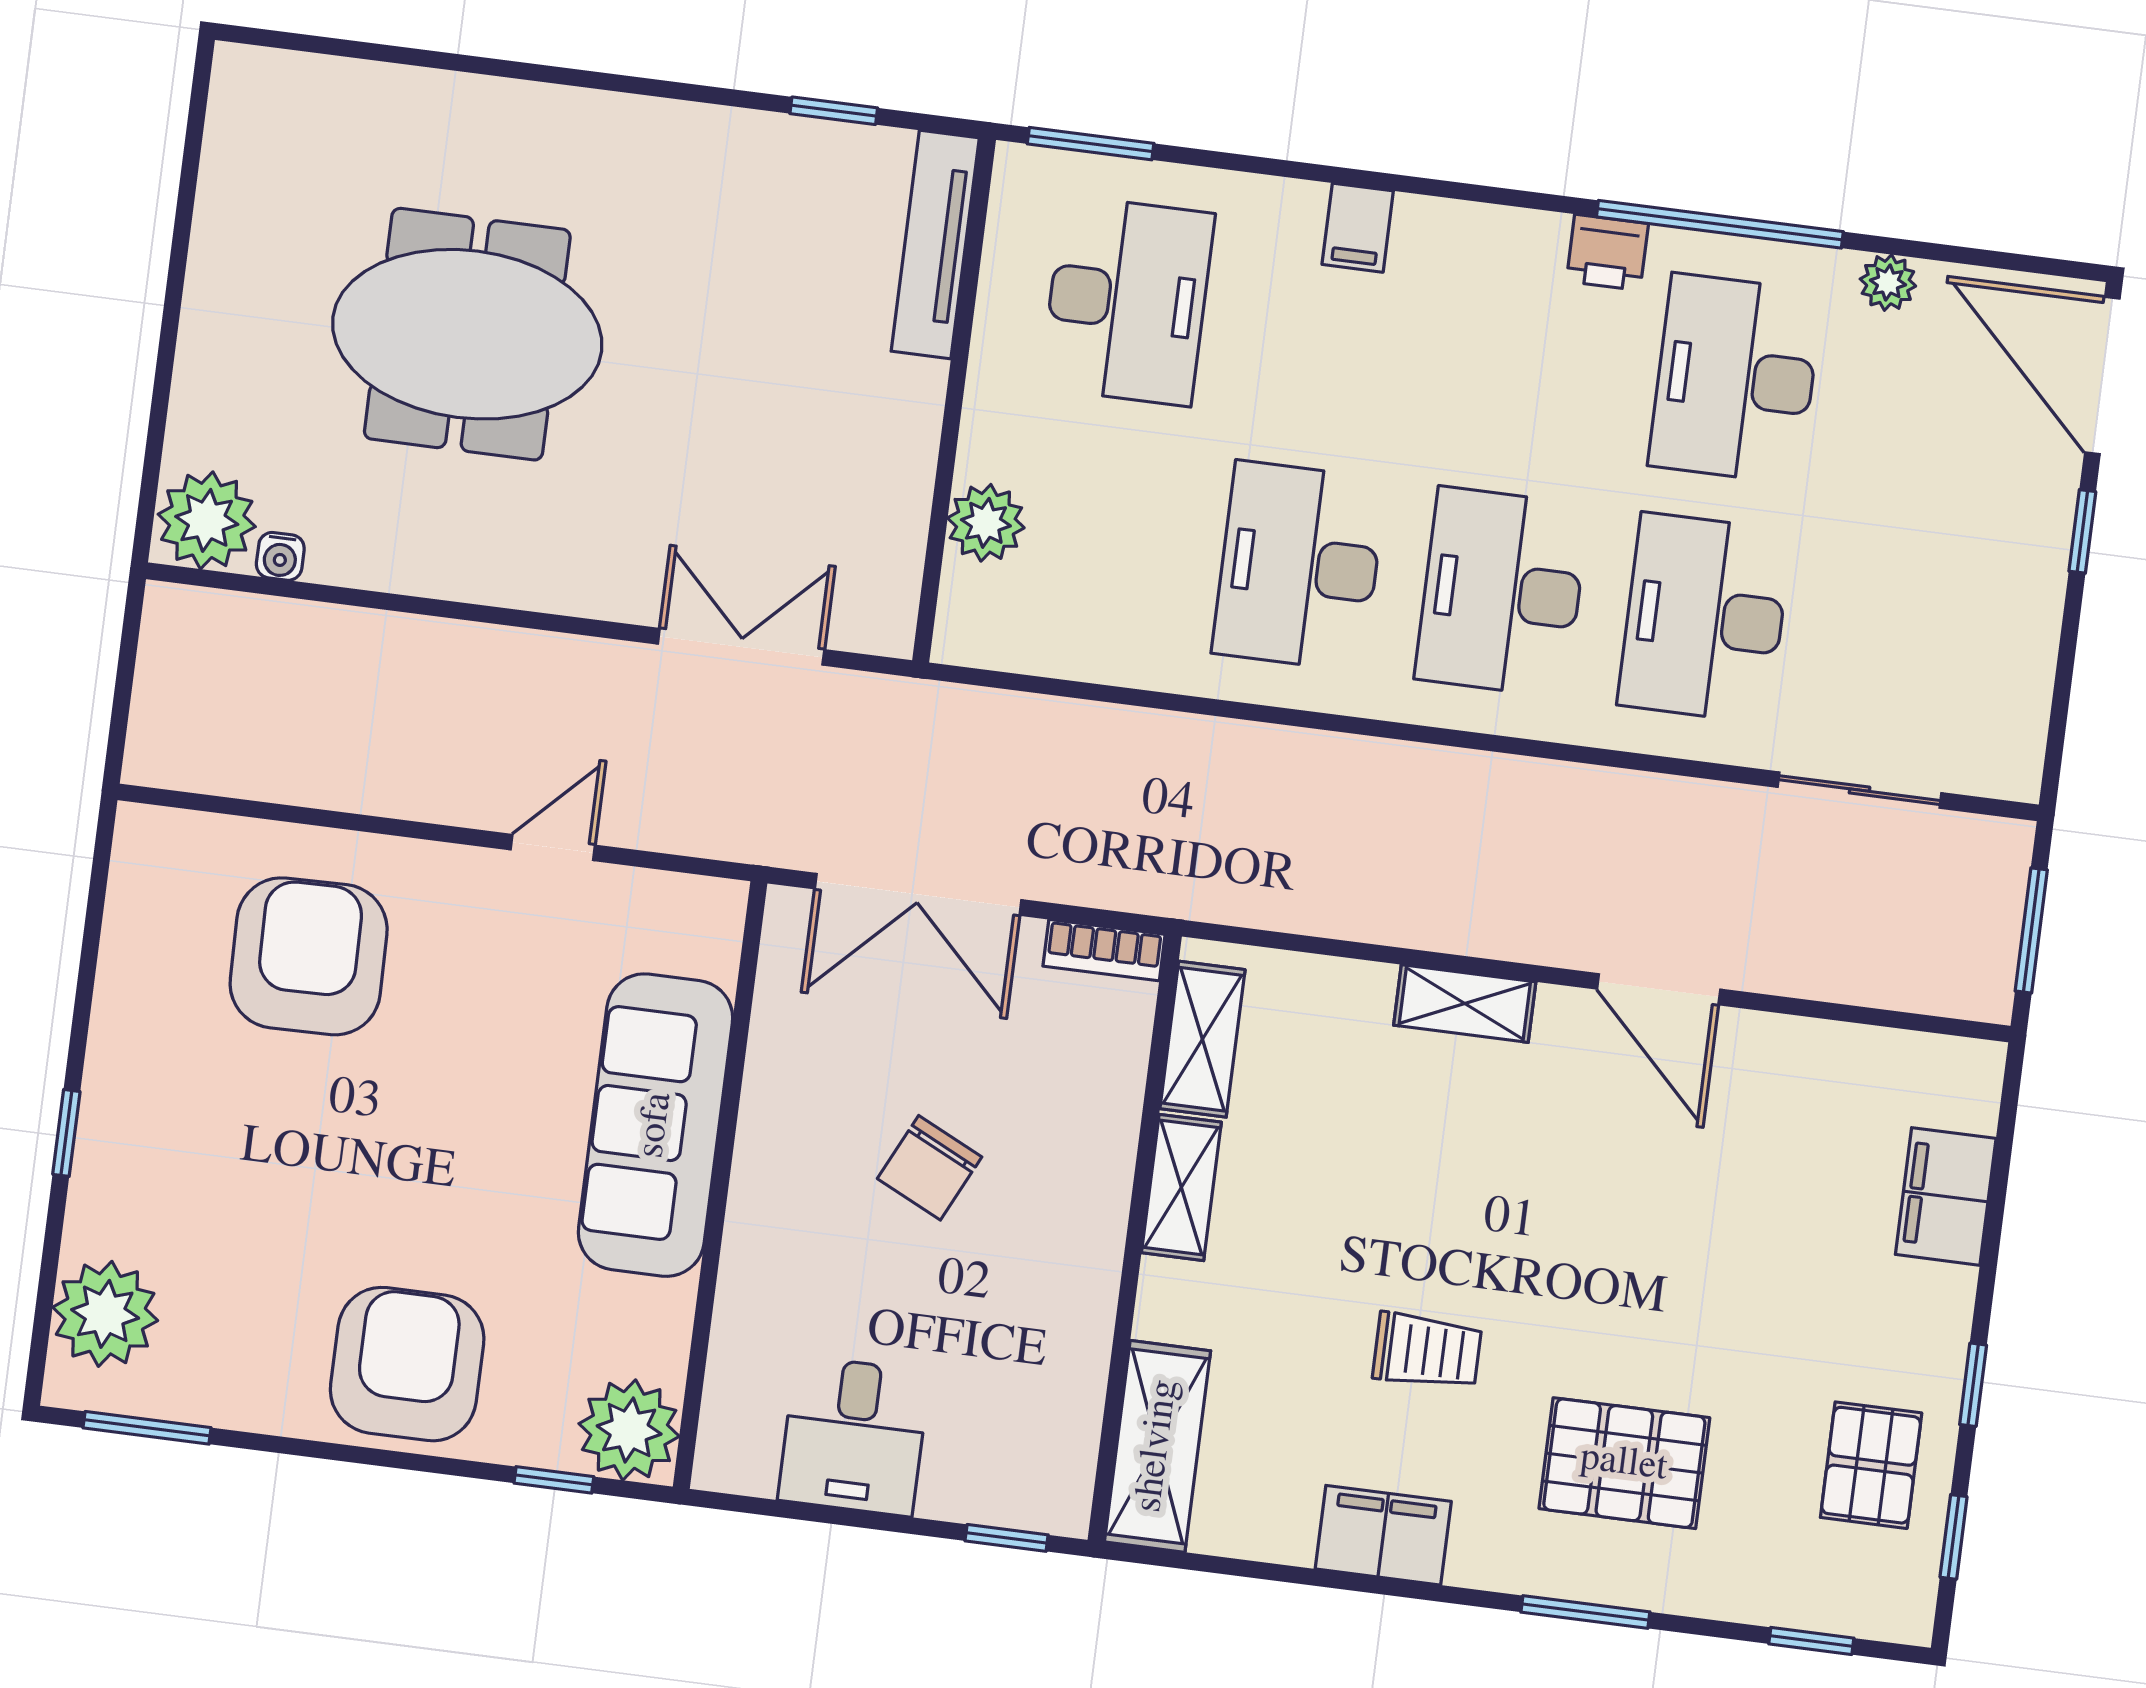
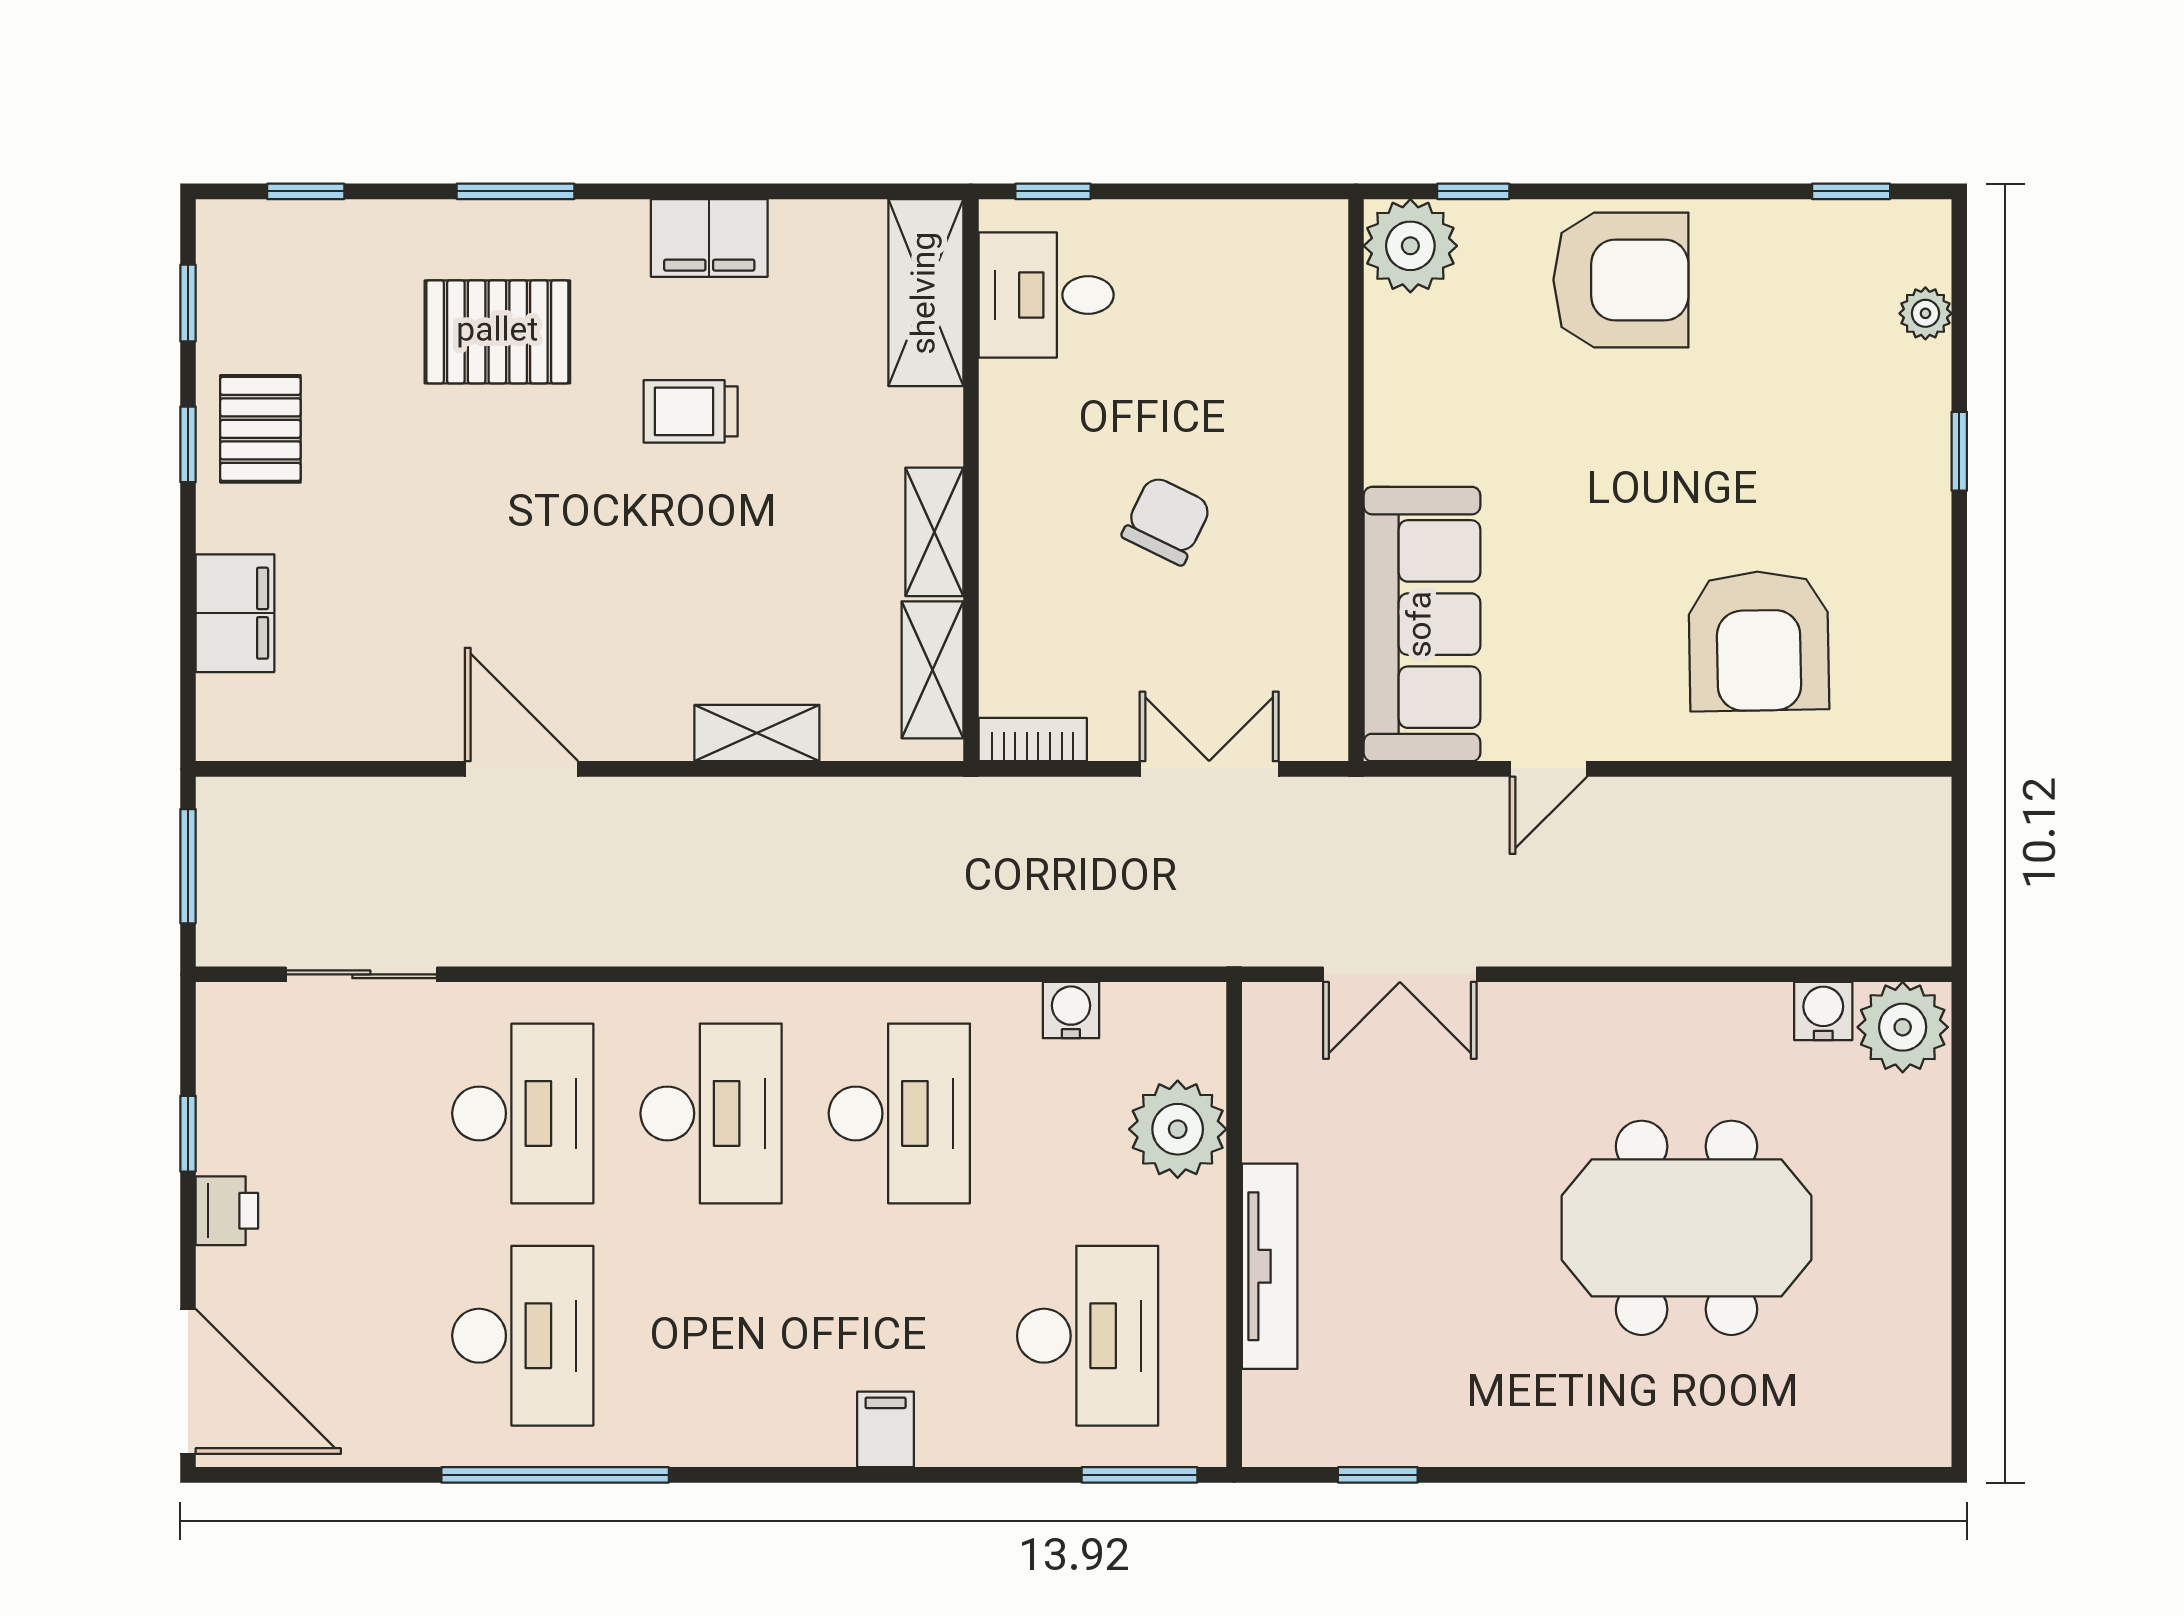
tv unit: (935, 245) -> (1270, 1266), moved
printer: (1607, 252) -> (227, 1211), moved, turned 90
plant: (1888, 283) -> (395, 1441), removed
desk: (1127, 301) -> (1088, 1336), turned 180
plant: (986, 523) -> (1178, 1129), width x1.36, depth x1.36
window: (2082, 531) -> (188, 1134), moved
water cooler: (280, 556) -> (1823, 1011), width x1.38, depth x1.38
water cooler: (1100, 654) -> (1071, 1010), added
double door: (918, 894) -> (1209, 769), width x0.73
shelving: (1465, 1004) -> (757, 733), moved
sofa: (655, 1125) -> (1422, 624), moved
plant: (105, 1314) -> (1925, 313), width x0.53, depth x0.53
armchair: (407, 1364) -> (1621, 280), turned -90
window: (147, 1428) -> (1851, 191), width x0.67
desk: (854, 1436) -> (1046, 295), moved, turned -90
pallet: (1871, 1465) -> (260, 429), moved

